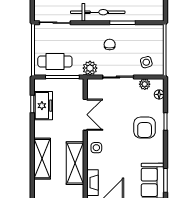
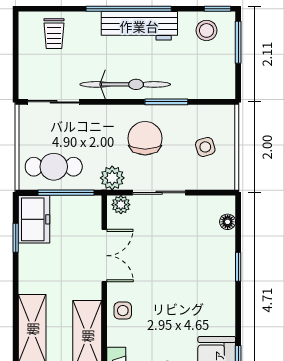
chair: (110, 44) -> (145, 138), width x1.87, depth x1.87
side table: (146, 62) -> (205, 147), moved
plant: (145, 84) -> (121, 205), moved
freezer: (43, 106) -> (34, 219), moved
armchair: (145, 128) -> (203, 277), removed

